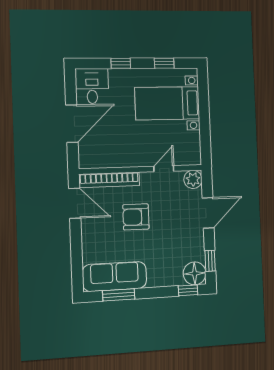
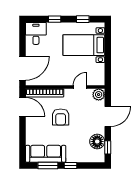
door: (72, 124) -> (22, 68), moved
armchair: (136, 217) -> (61, 117), turned -90
floor lamp: (195, 273) -> (97, 142), moved
window: (188, 290) -> (70, 165), moved

